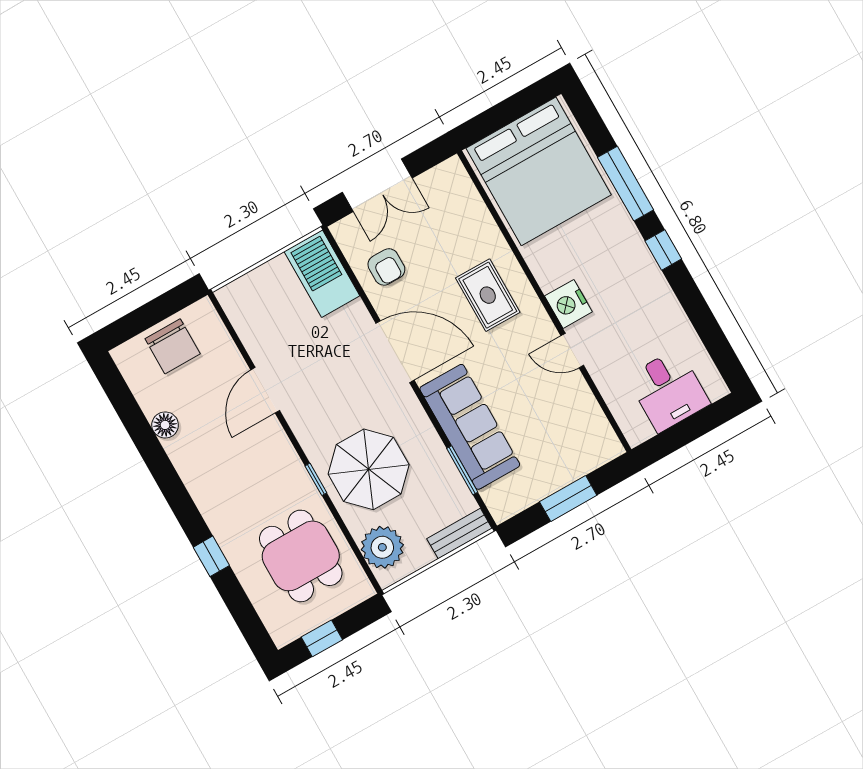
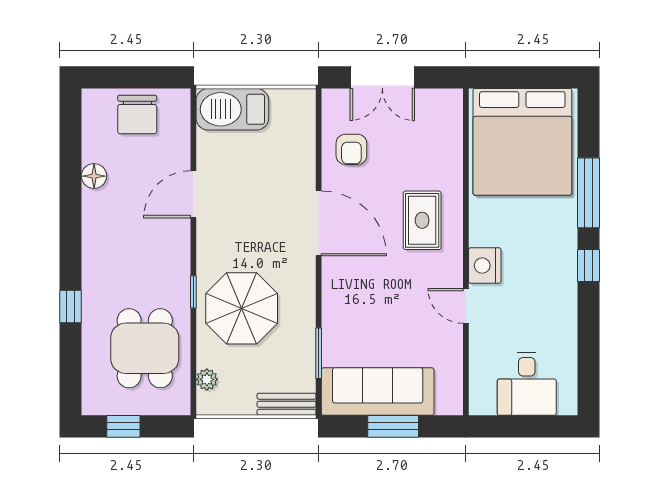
barbecue: (322, 274) -> (232, 109), moved, turned -90
sofa: (470, 427) -> (378, 392), moved, turned -90
plant: (382, 547) -> (207, 379), width x0.53, depth x0.53

